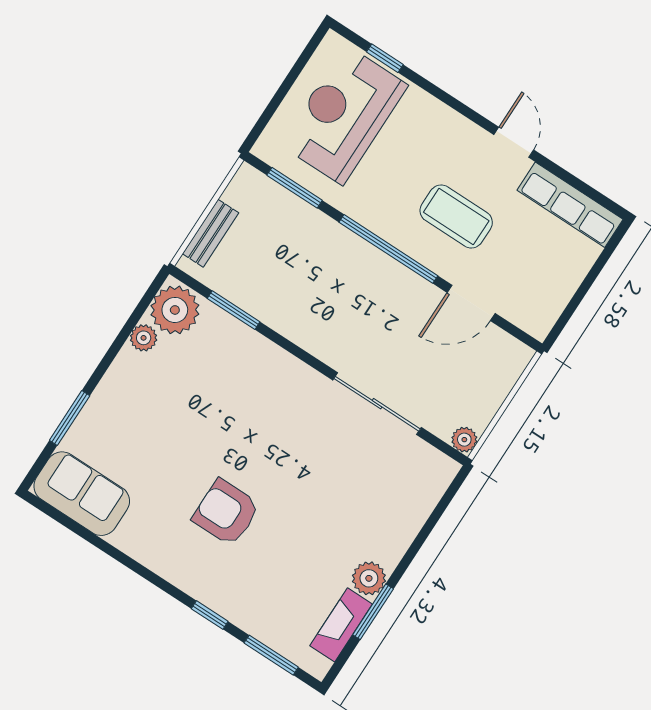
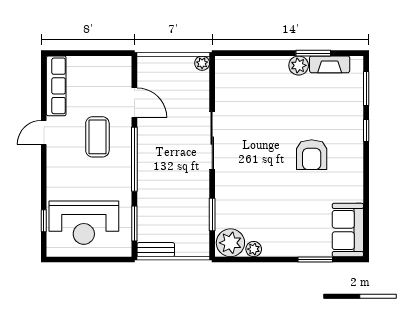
bench: (211, 233) -> (156, 250), moved
sliding door: (377, 404) -> (212, 141), moved

